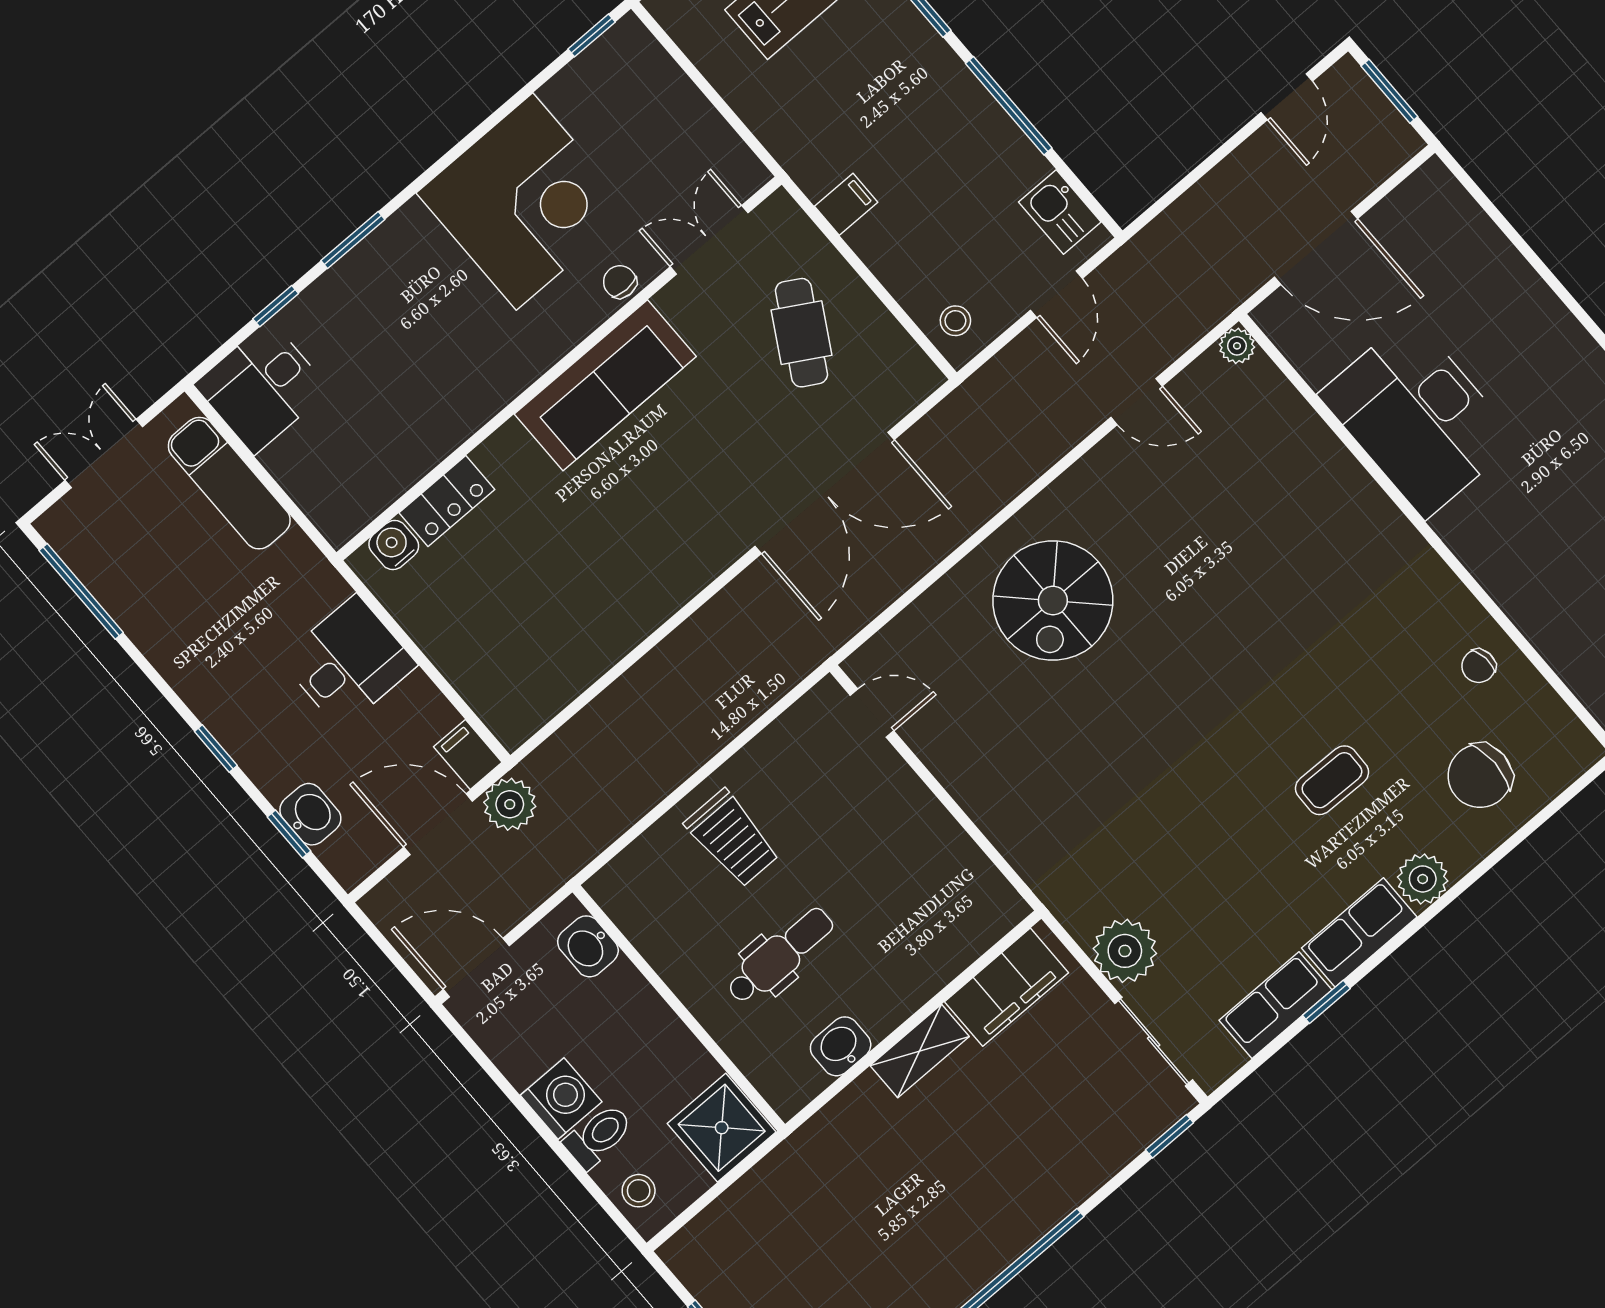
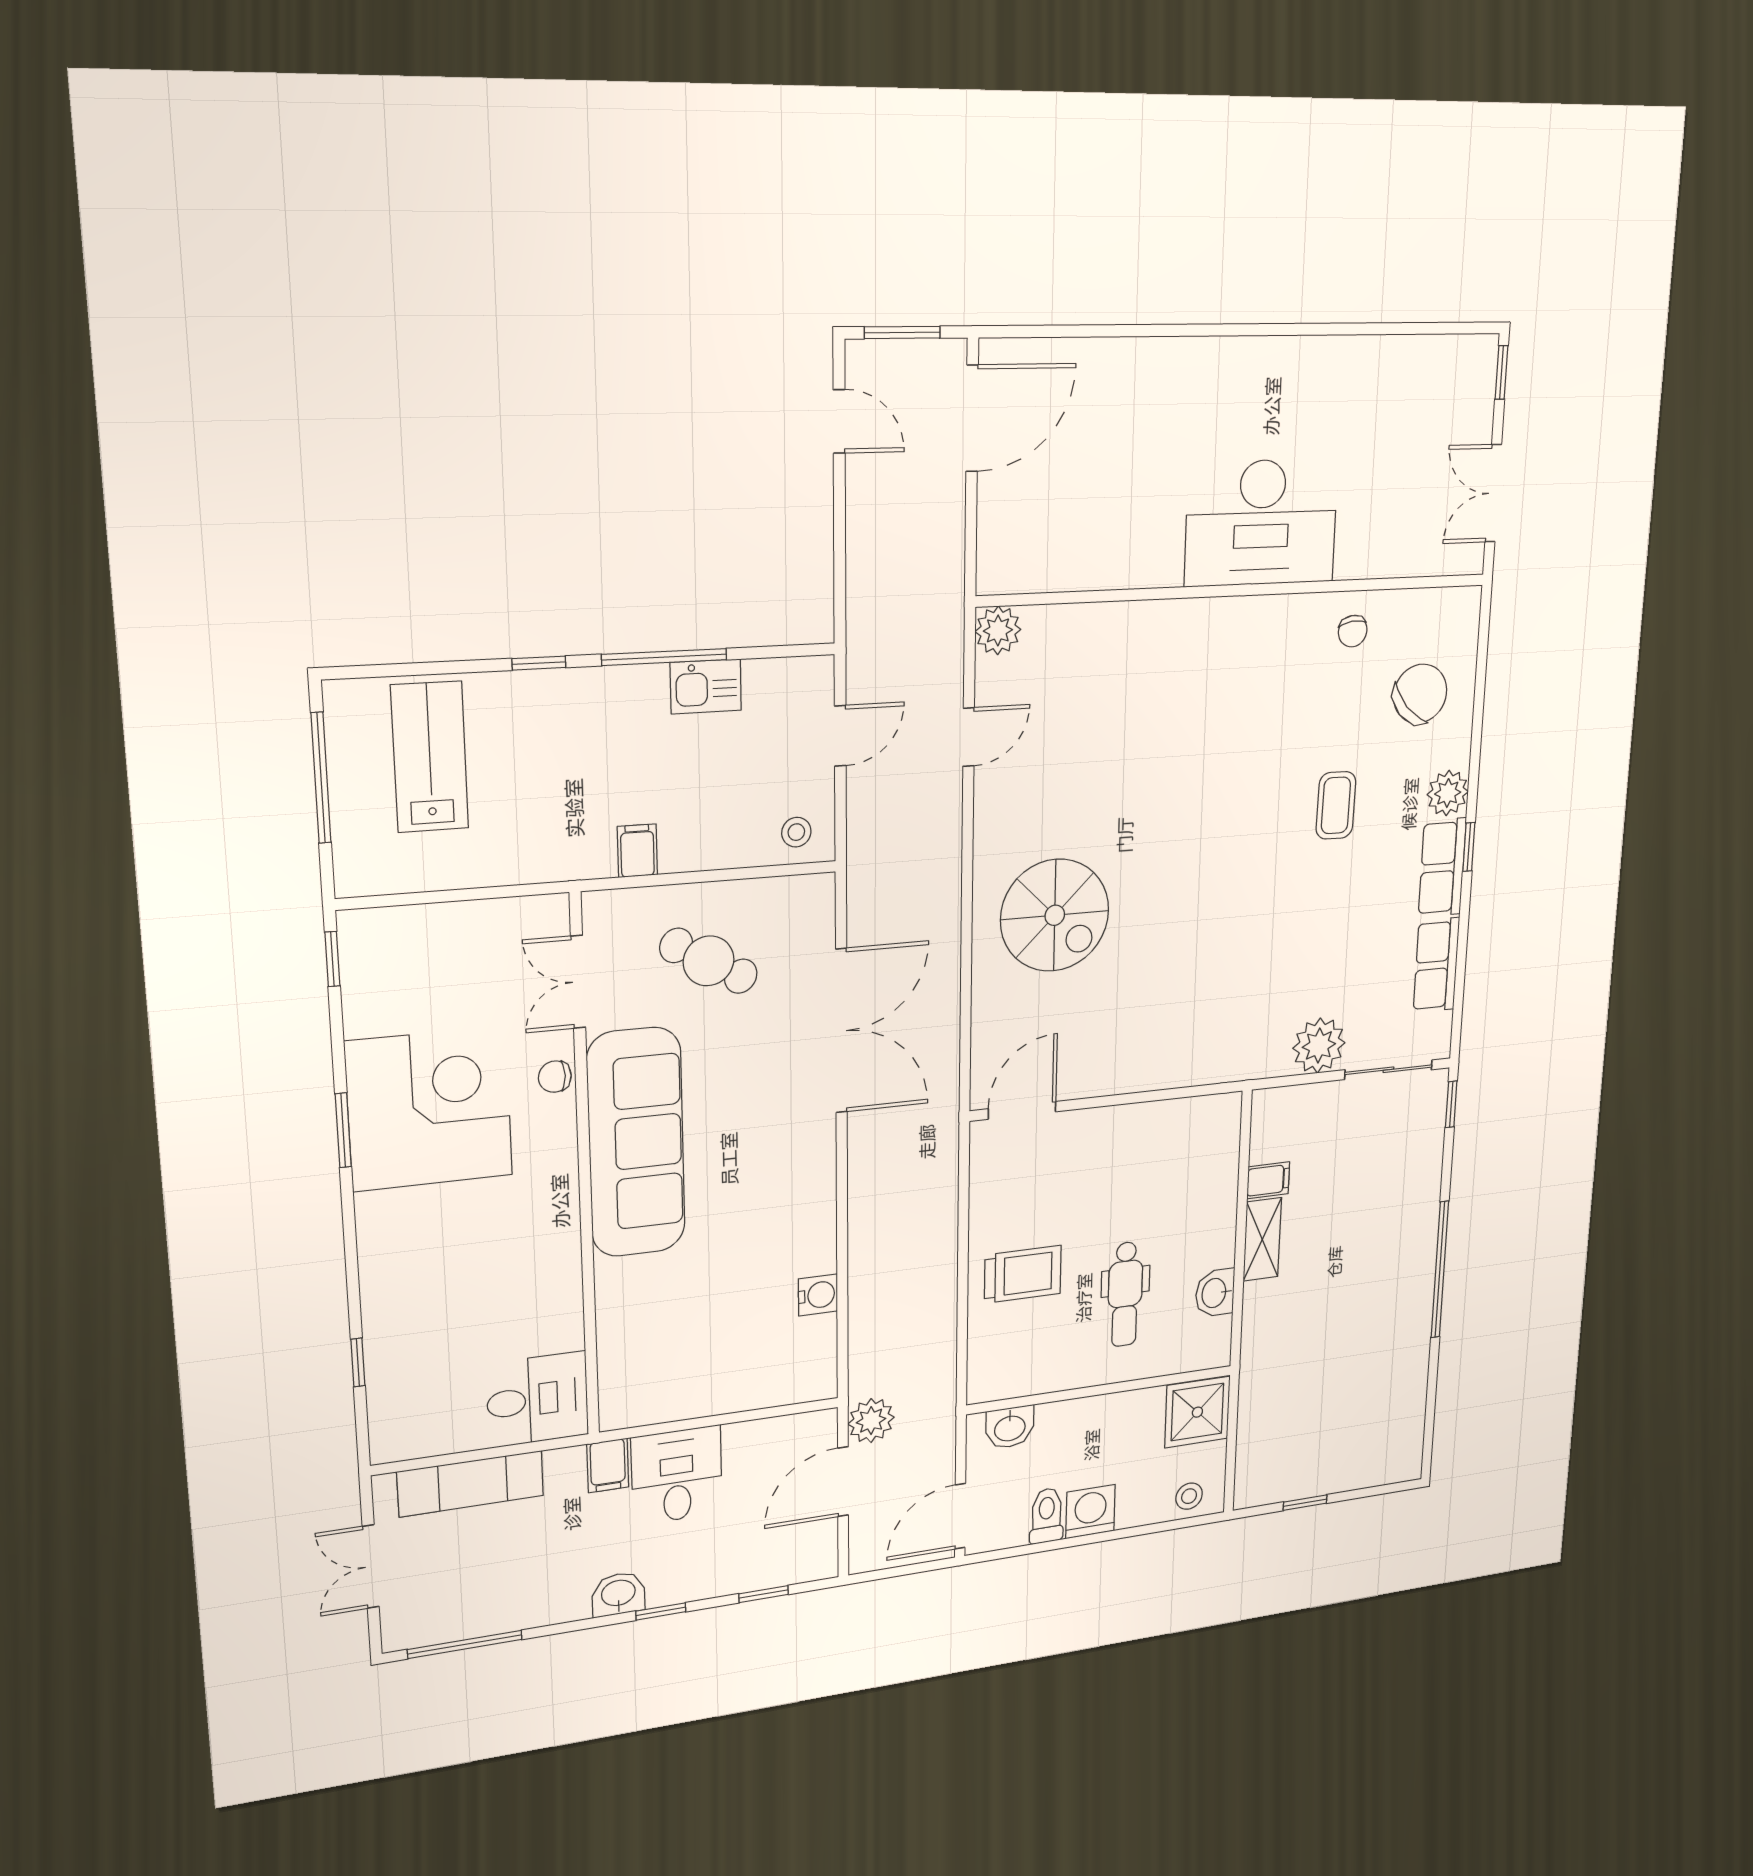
kitchen sink: (1060, 212) -> (706, 686), moved
window: (353, 240) -> (343, 1130), moved
door: (1316, 248) -> (972, 418), moved
door: (1056, 294) -> (840, 736), hinge flipped
plant: (1237, 346) -> (998, 630), width x1.38, depth x1.38
sofa: (605, 385) -> (636, 1143), width x1.36, depth x1.27
desk: (262, 387) -> (537, 1399), moved, turned -90
desk: (1418, 417) -> (1261, 523), moved
locker: (447, 501) -> (617, 1325), removed
water cooler: (394, 545) -> (818, 1295), moved, turned 180
door: (872, 713) -> (1022, 1110), width x1.38
filing cabinet: (468, 755) -> (608, 1465), moved, turned -90
chair: (1480, 776) -> (1420, 694), turned -132
washbasin: (310, 814) -> (618, 1594), moved
dental chair: (780, 956) -> (1125, 1294), turned 180
filing cabinet: (1007, 987) -> (1268, 1180), width x0.33, depth x0.86
window: (1326, 1002) -> (1469, 847), moved
toilet: (598, 1136) -> (1047, 1516), moved

